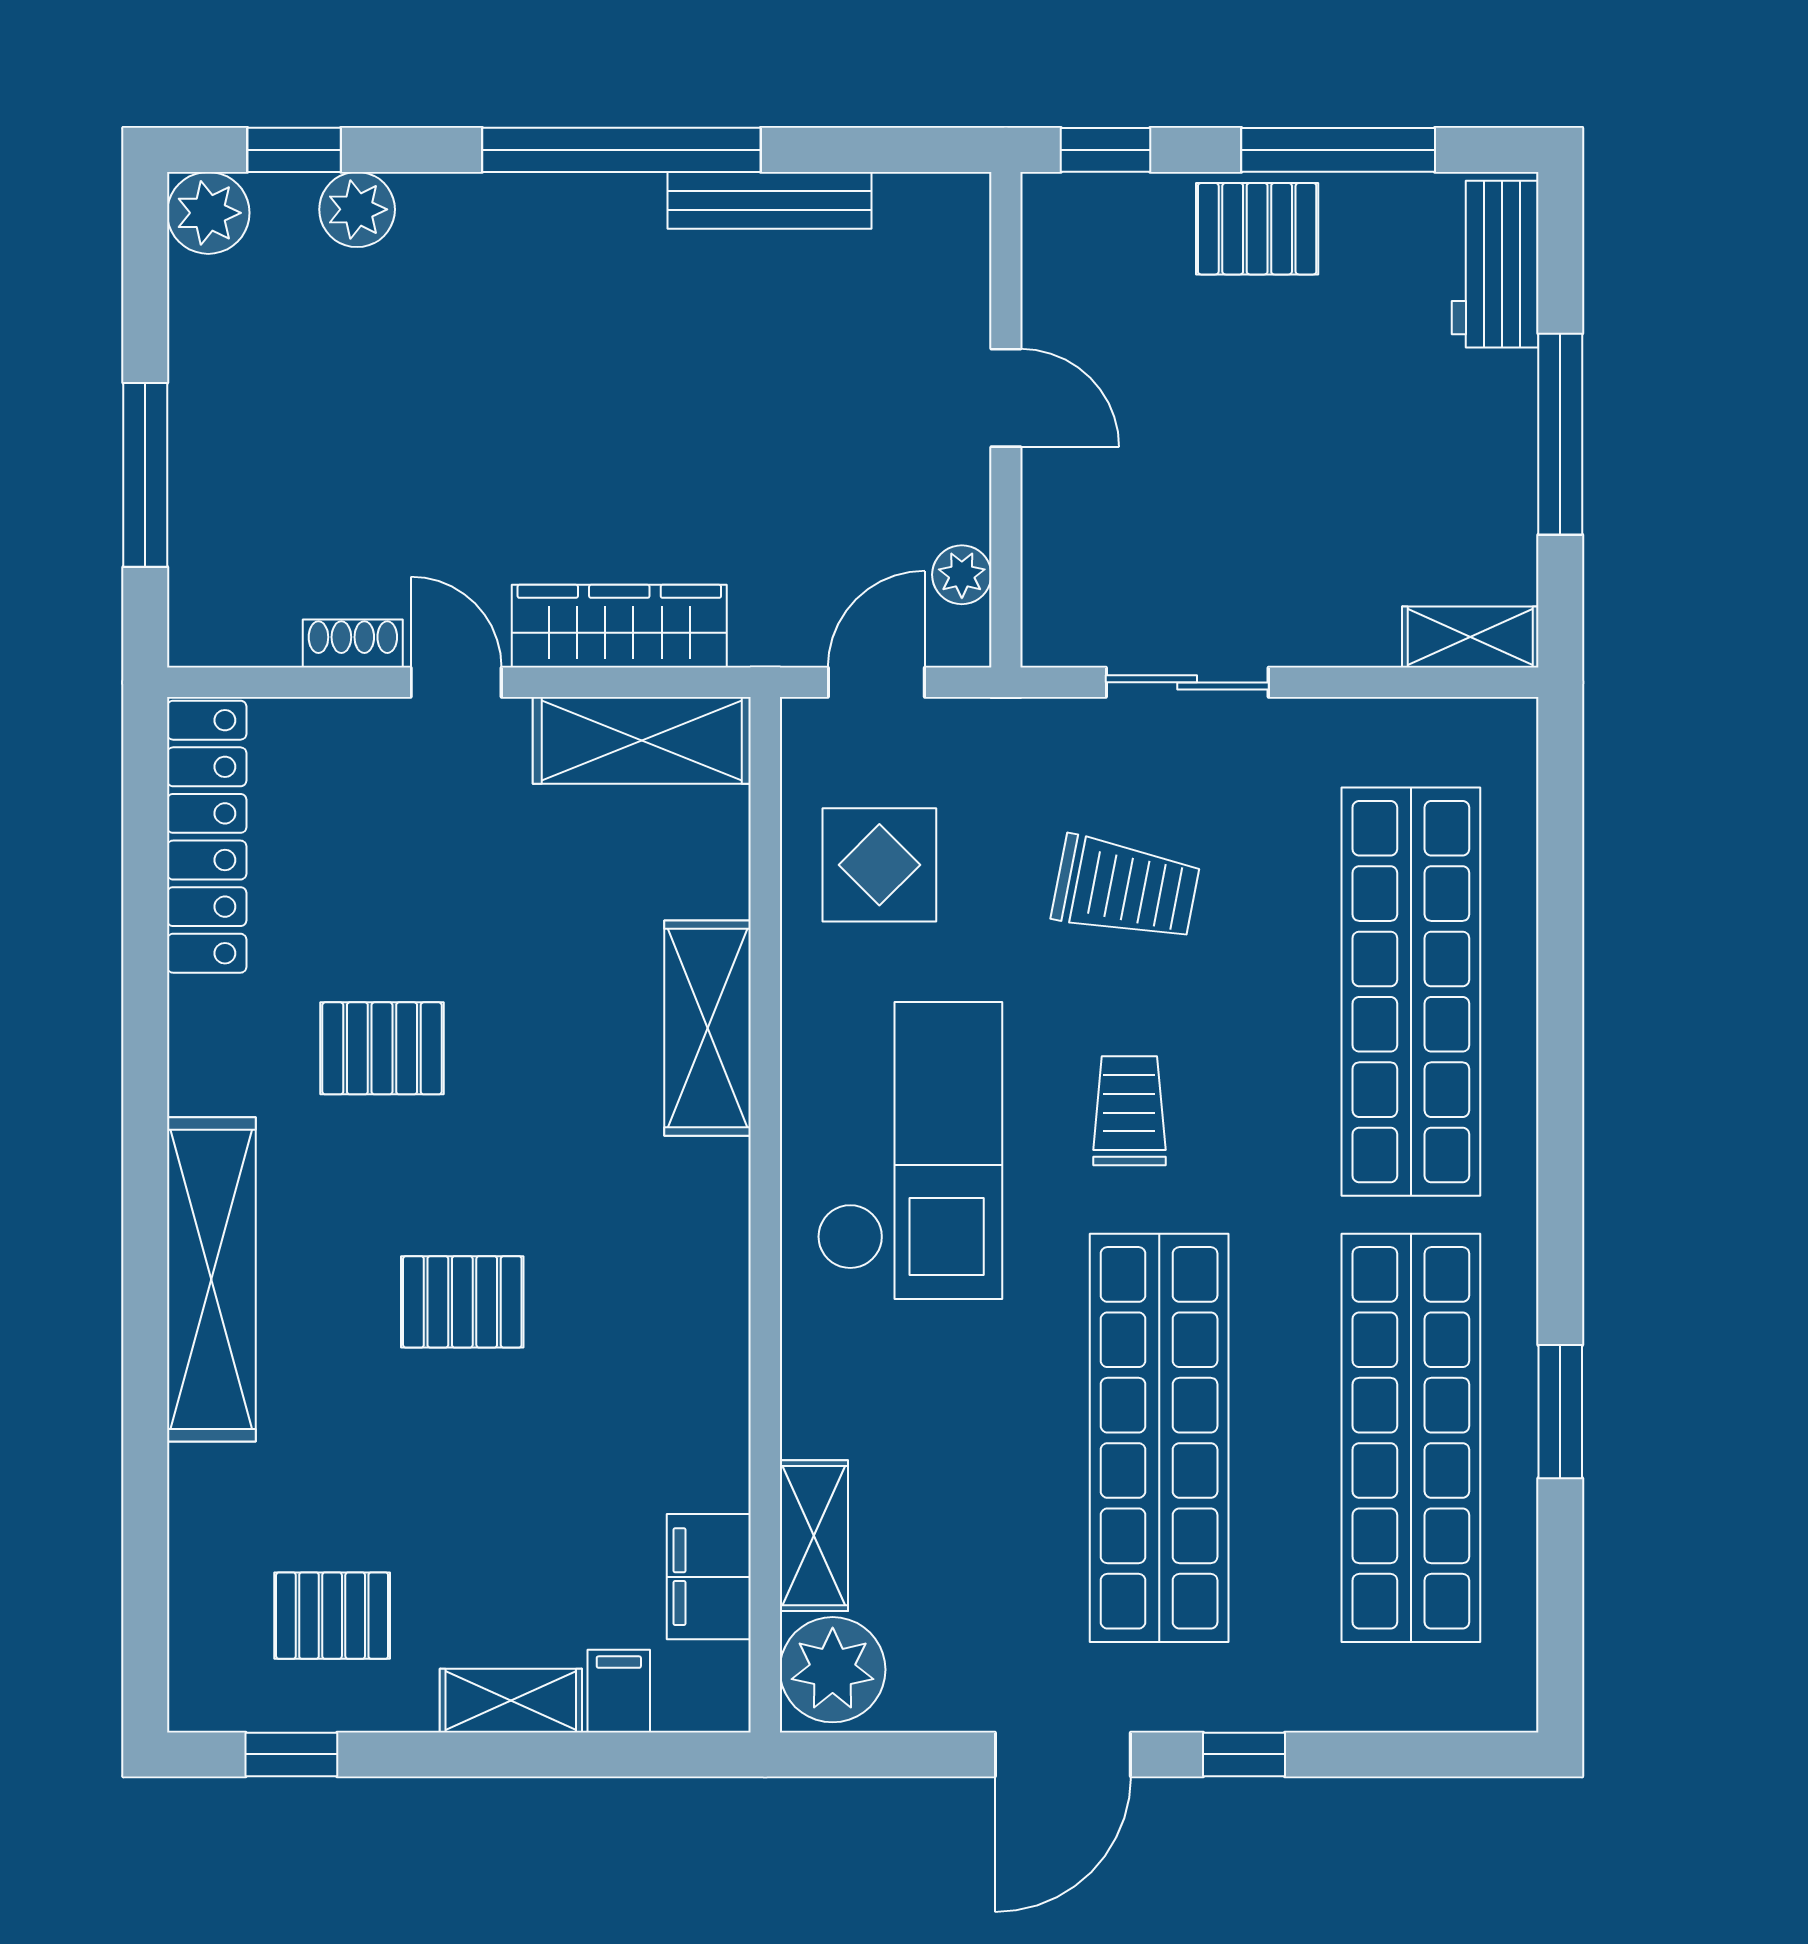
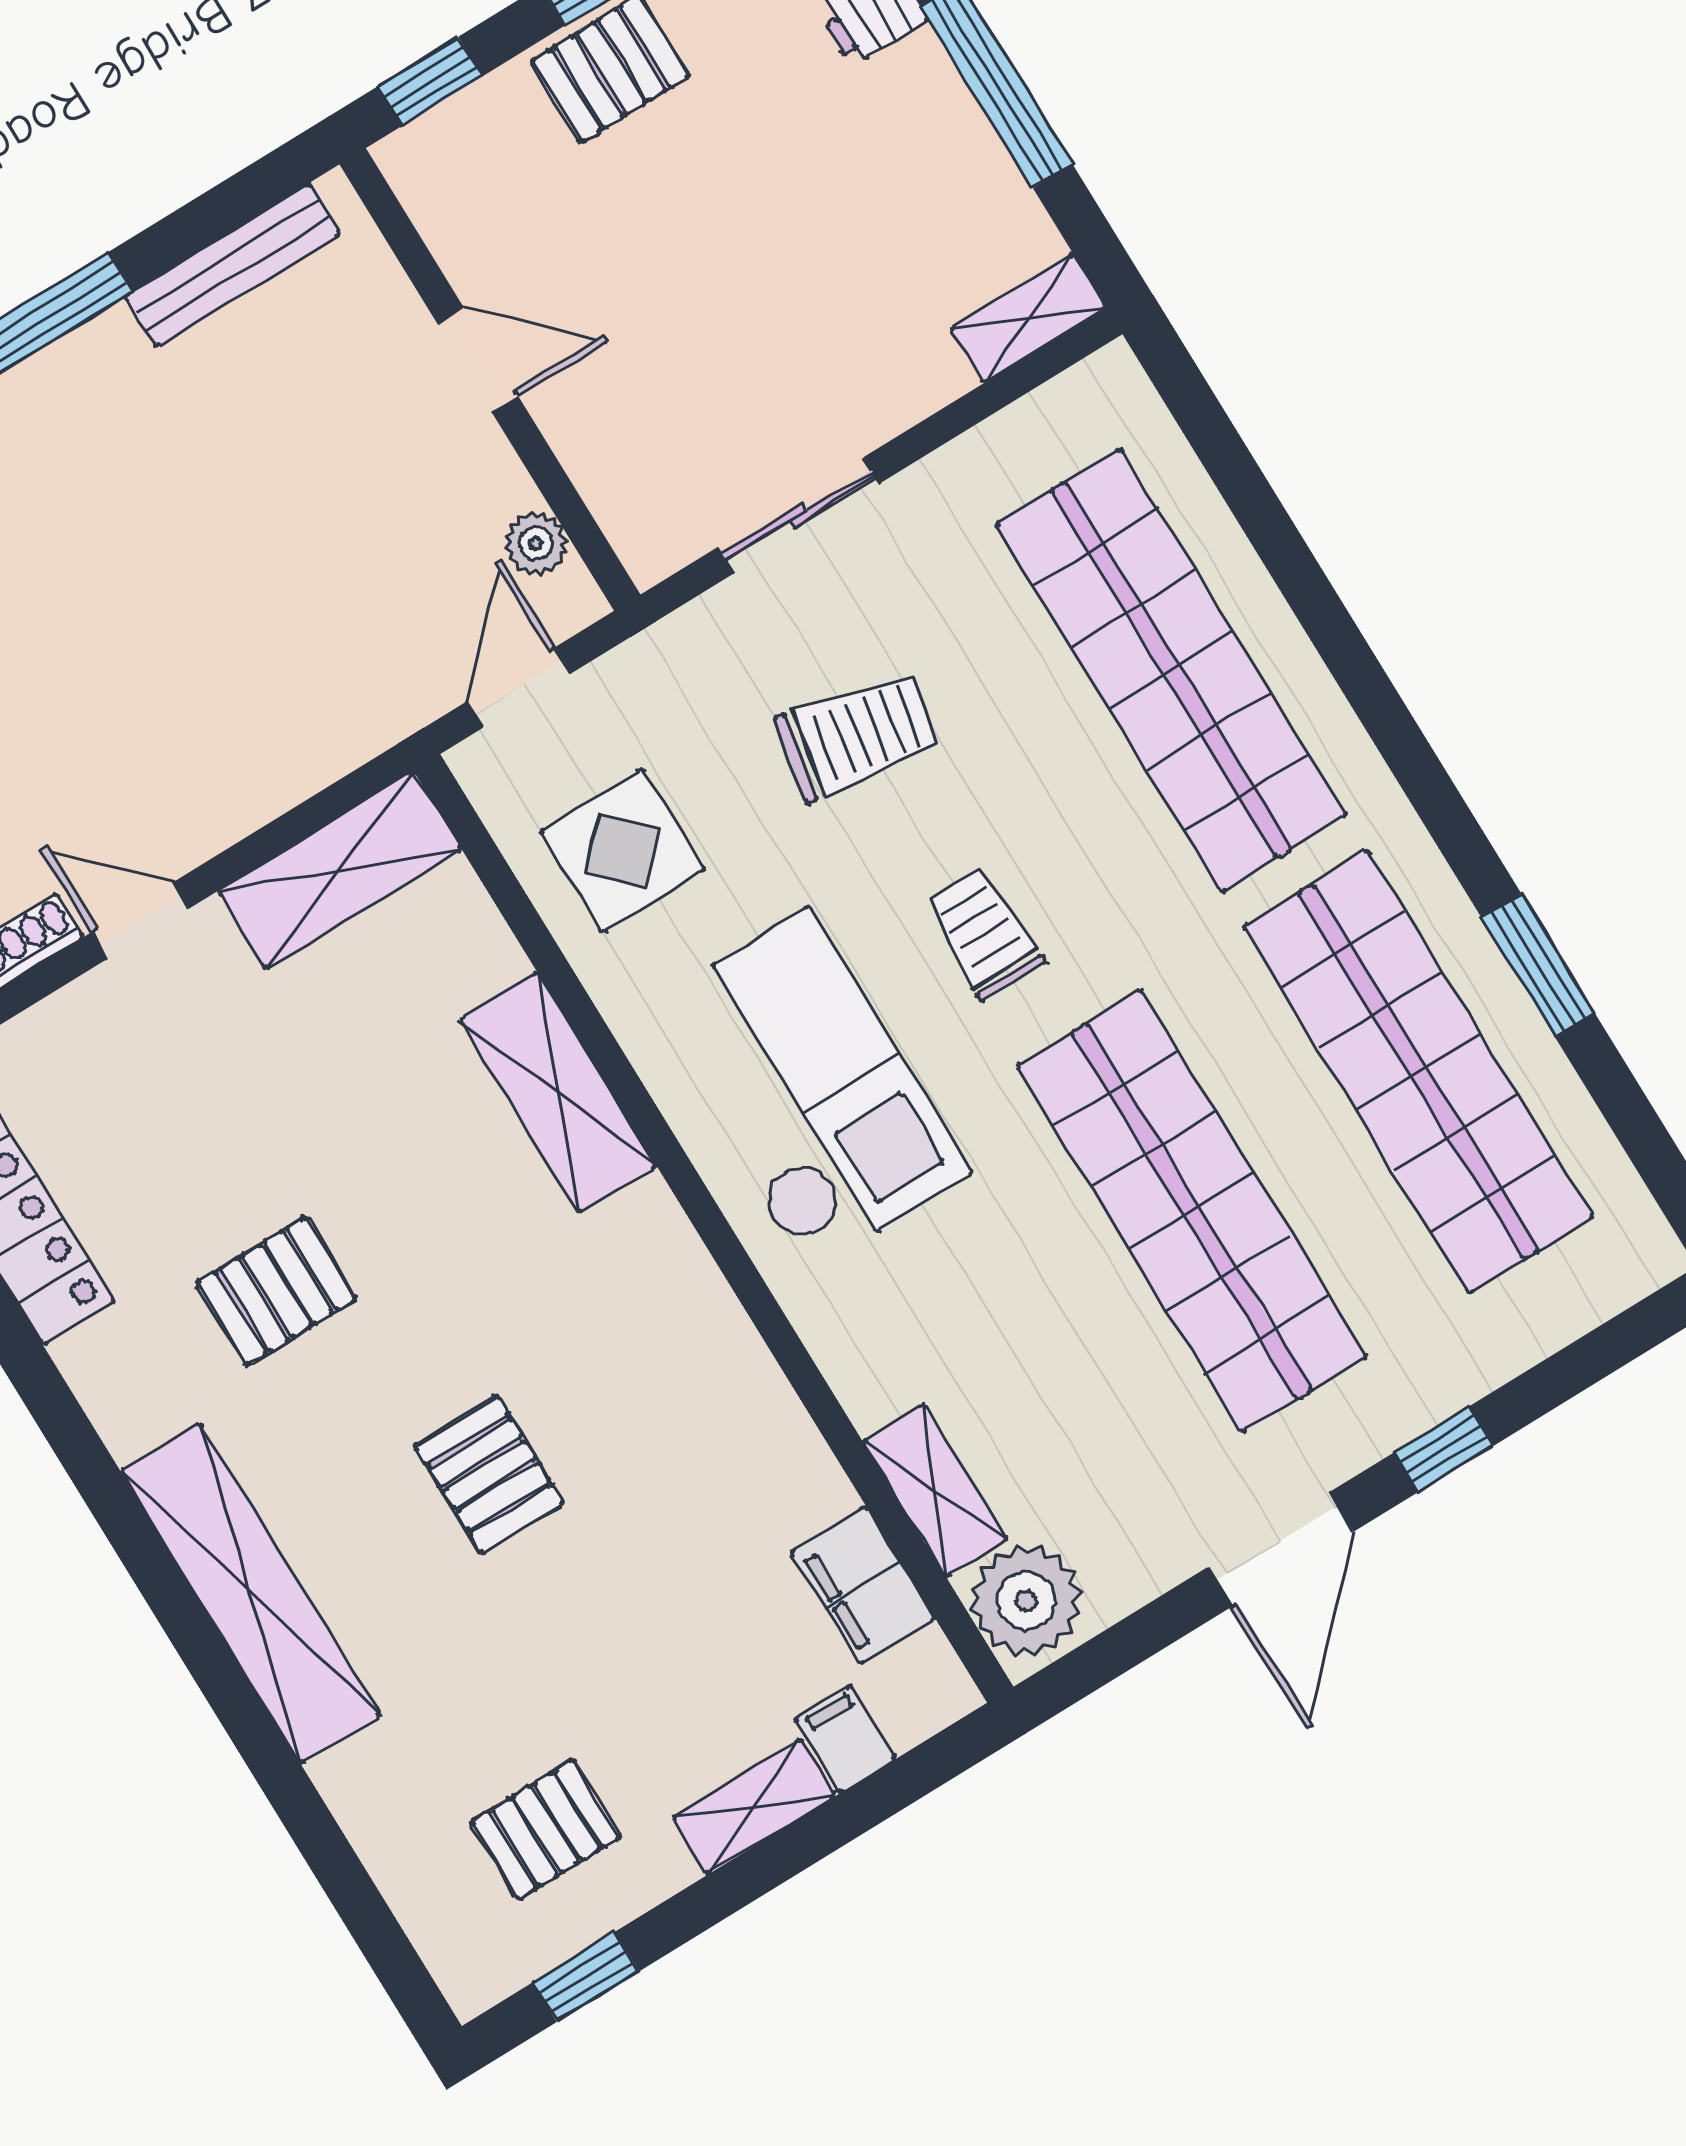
bench: (769, 200) -> (233, 265), moved
wardrobe: (619, 626) -> (256, 779), removed
pallet: (462, 1302) -> (489, 1475), turned 90

